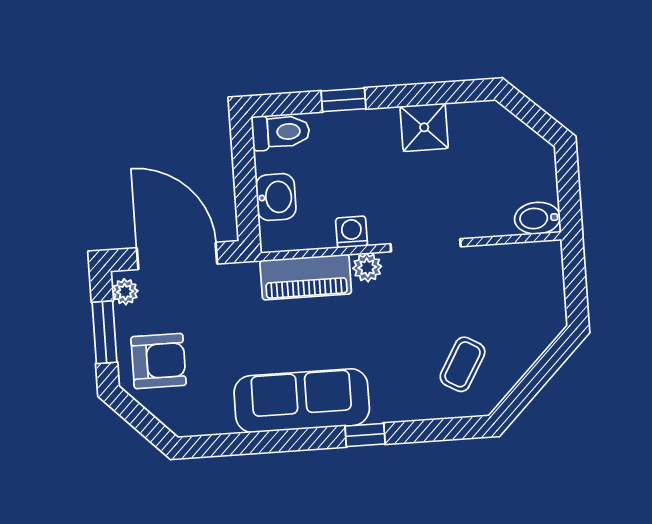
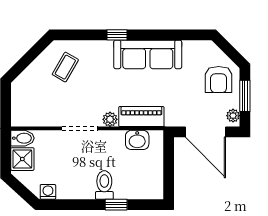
shower: (424, 127) -> (22, 159), moved
toilet: (281, 132) -> (104, 185), moved, turned 90
washbasin: (276, 197) -> (137, 140), moved, turned -90
washing machine: (352, 232) -> (48, 192), moved, turned 180
armchair: (159, 361) -> (219, 79), turned -90

